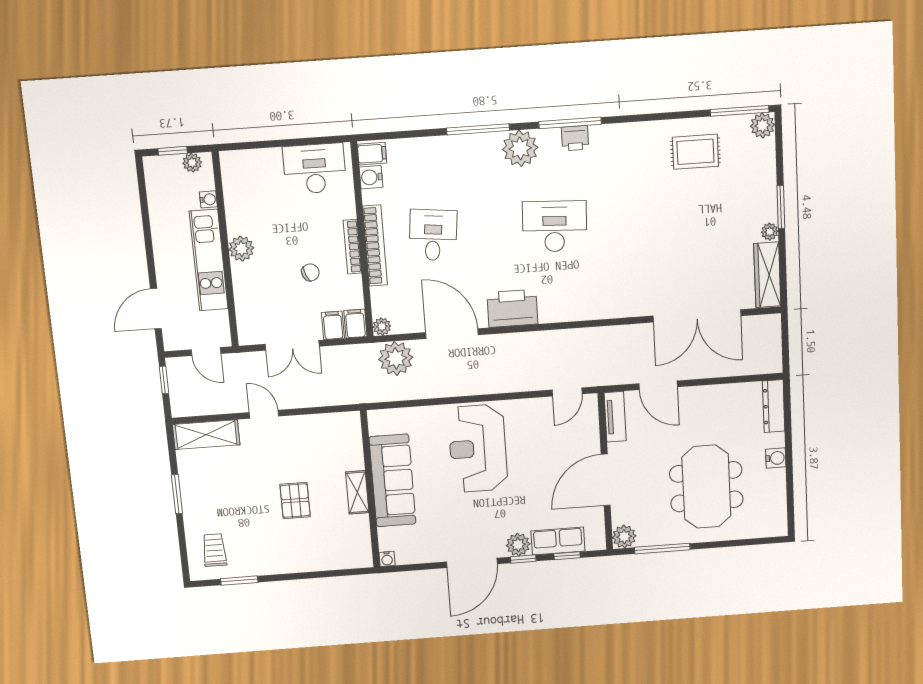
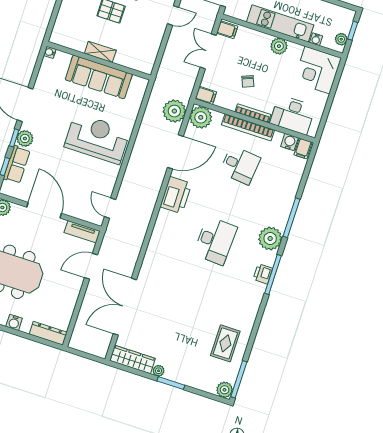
desk: (315, 169) -> (293, 115), moved, turned 90
corner desk: (251, 179) -> (317, 70), added
filing cabinet: (333, 325) -> (227, 30), moved
plant: (382, 326) -> (201, 117), width x1.88, depth x1.88

